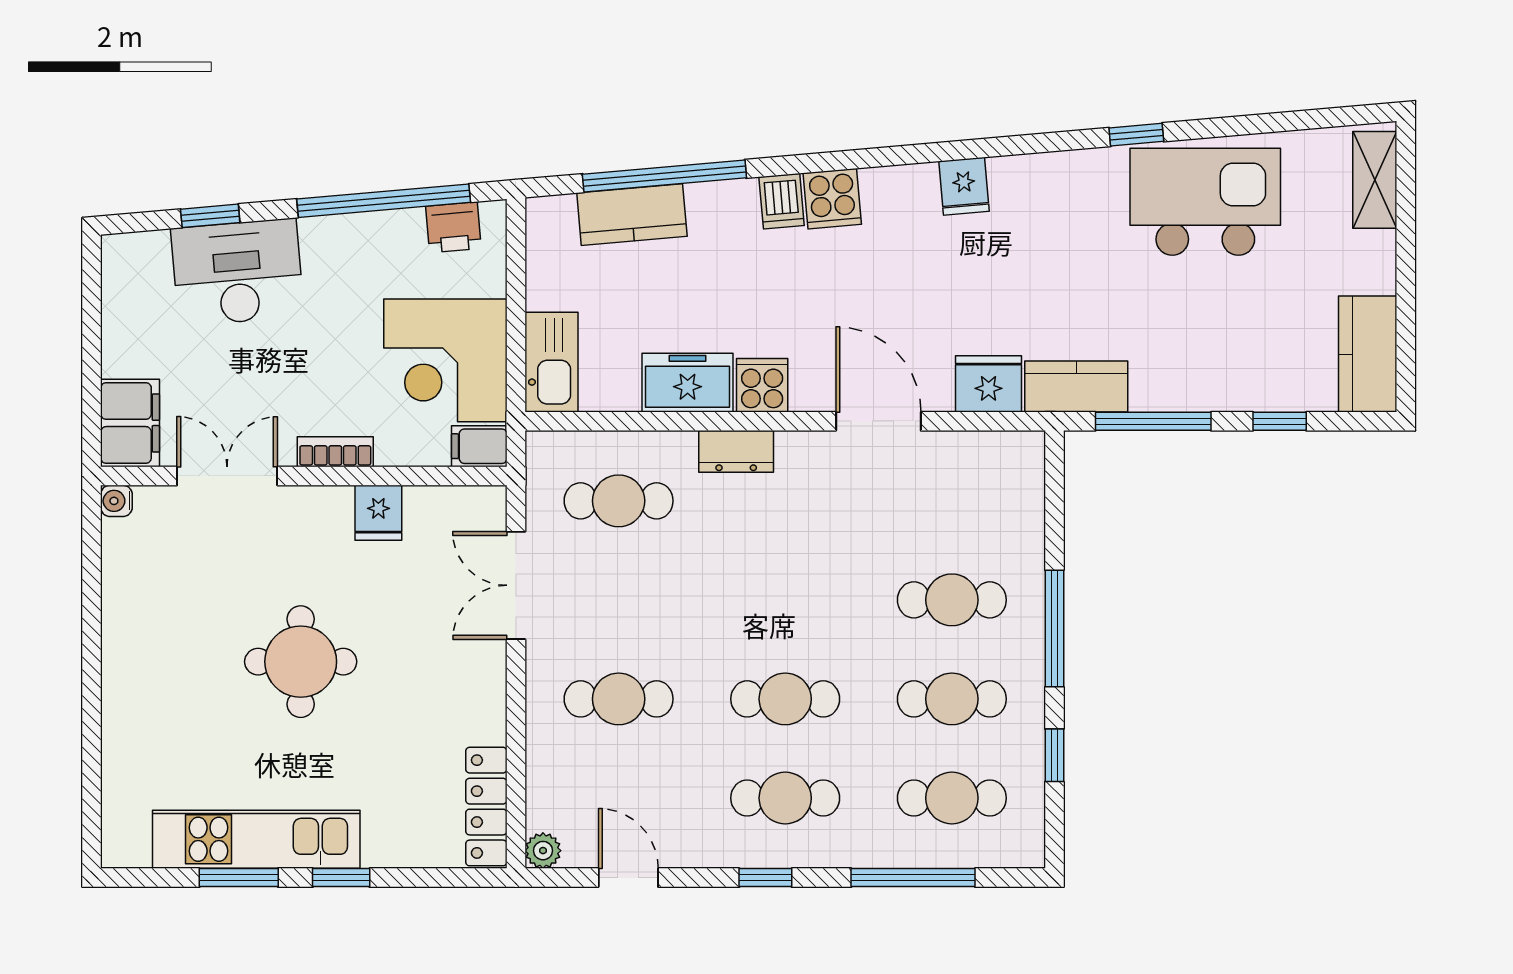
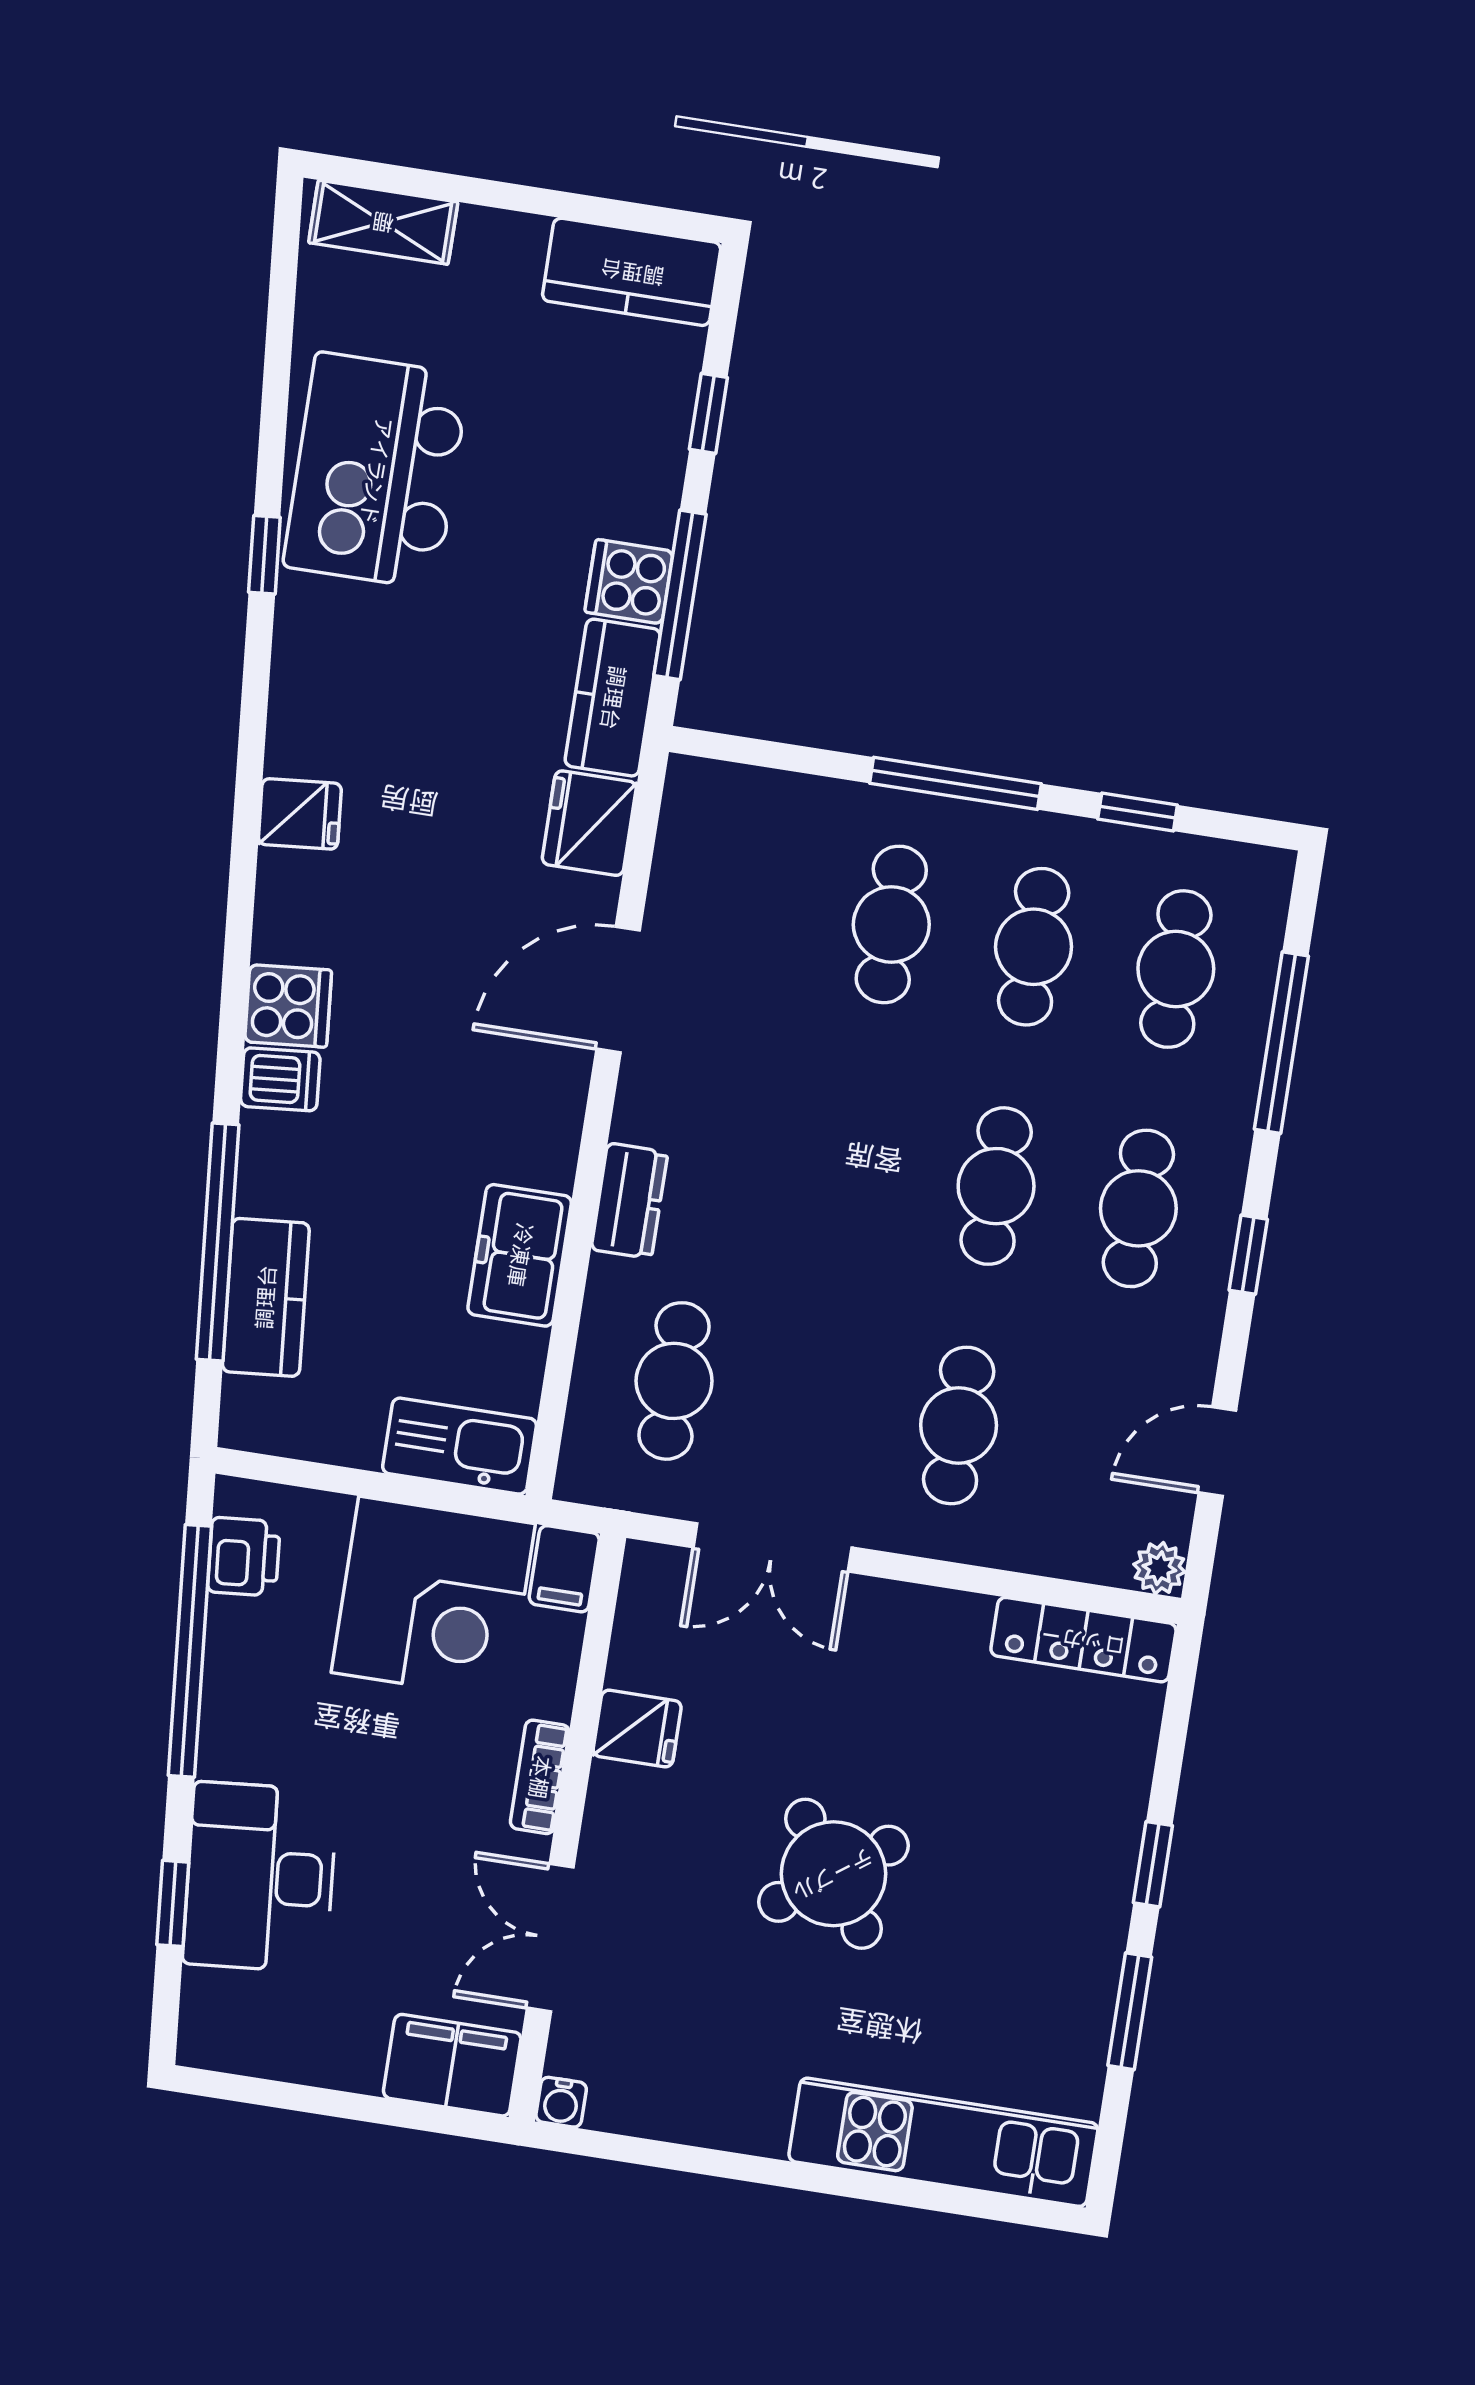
cooker: (762, 385) -> (629, 582), moved
round table: (301, 662) -> (833, 1874), turned -36
kitchen unit: (256, 839) -> (943, 2142), moved, turned 90

